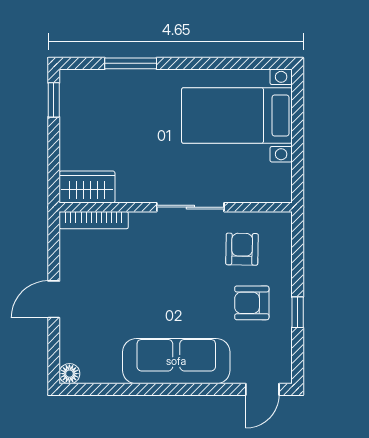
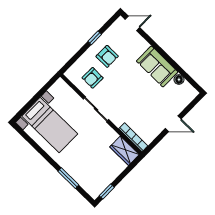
sofa: (176, 361) -> (157, 66), width x0.73
floor lamp: (69, 374) -> (179, 80), moved

